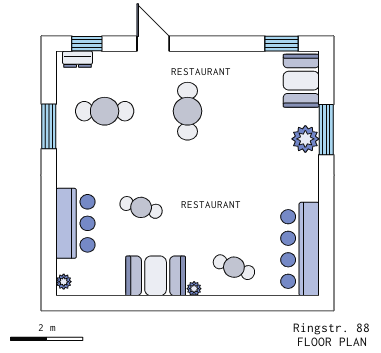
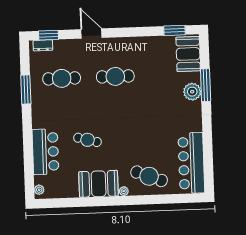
cafe table: (188, 111) -> (115, 76), turned 90
cafe table: (234, 267) -> (149, 176), width x1.37, depth x1.35

